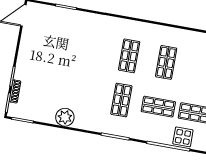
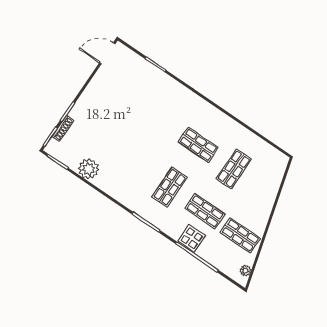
shop shelf: (129, 56) -> (198, 145), turned 90
plant: (65, 117) -> (89, 169), moved
display table: (183, 137) -> (192, 238), moved

